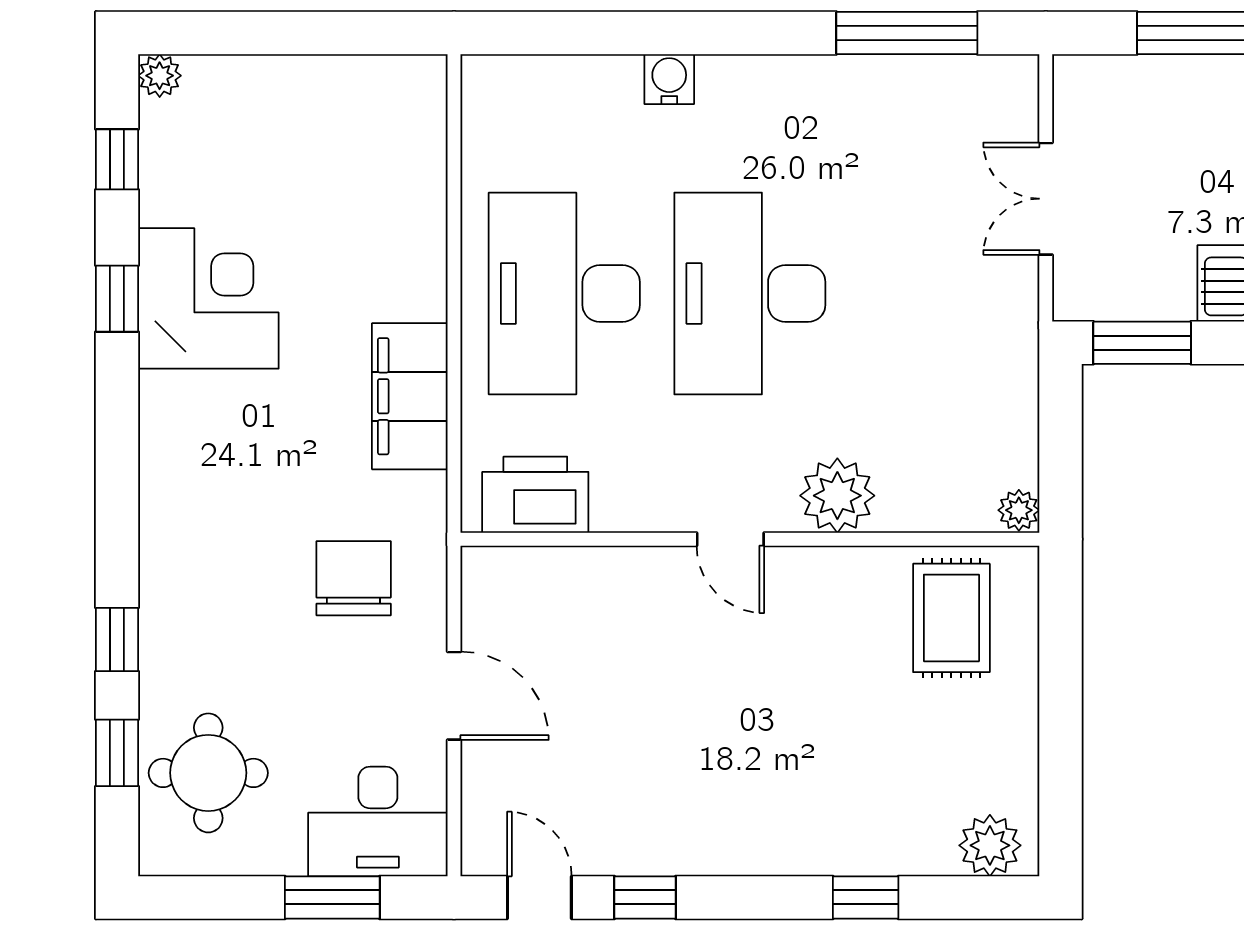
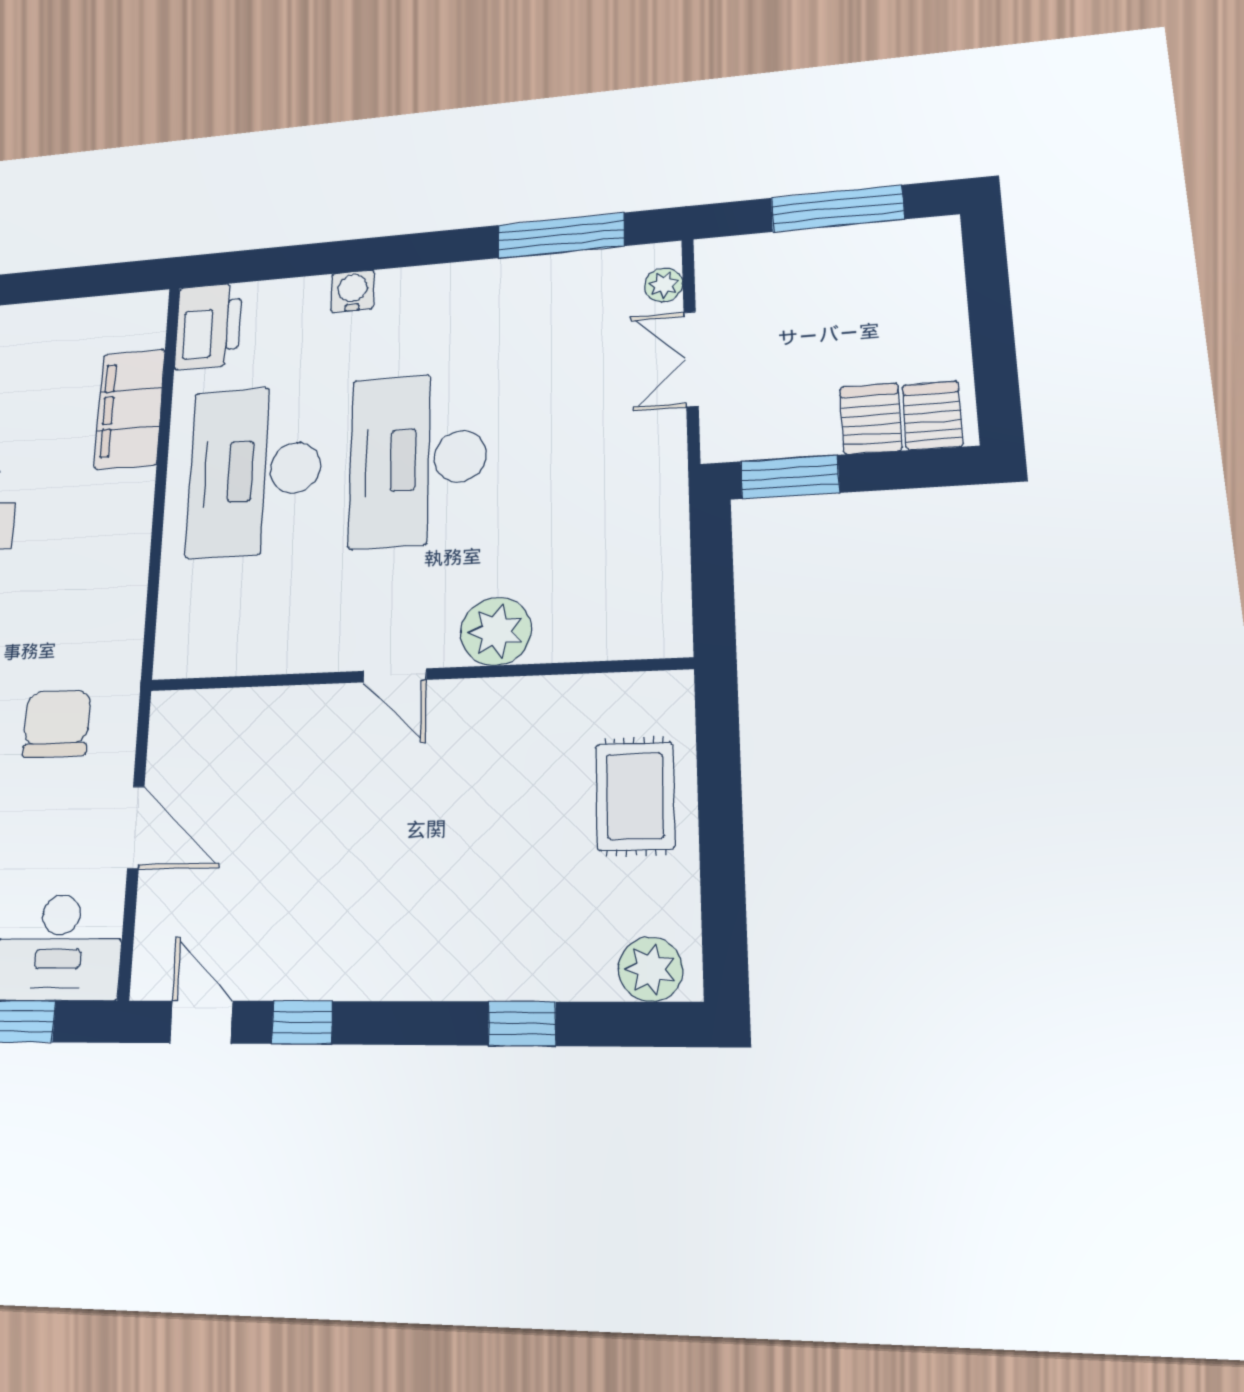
filing cabinet: (410, 396) -> (130, 409), moved
printer: (535, 495) -> (208, 326), moved, turned 90
plant: (1019, 510) -> (664, 285), moved
rug: (951, 618) -> (635, 796), moved

